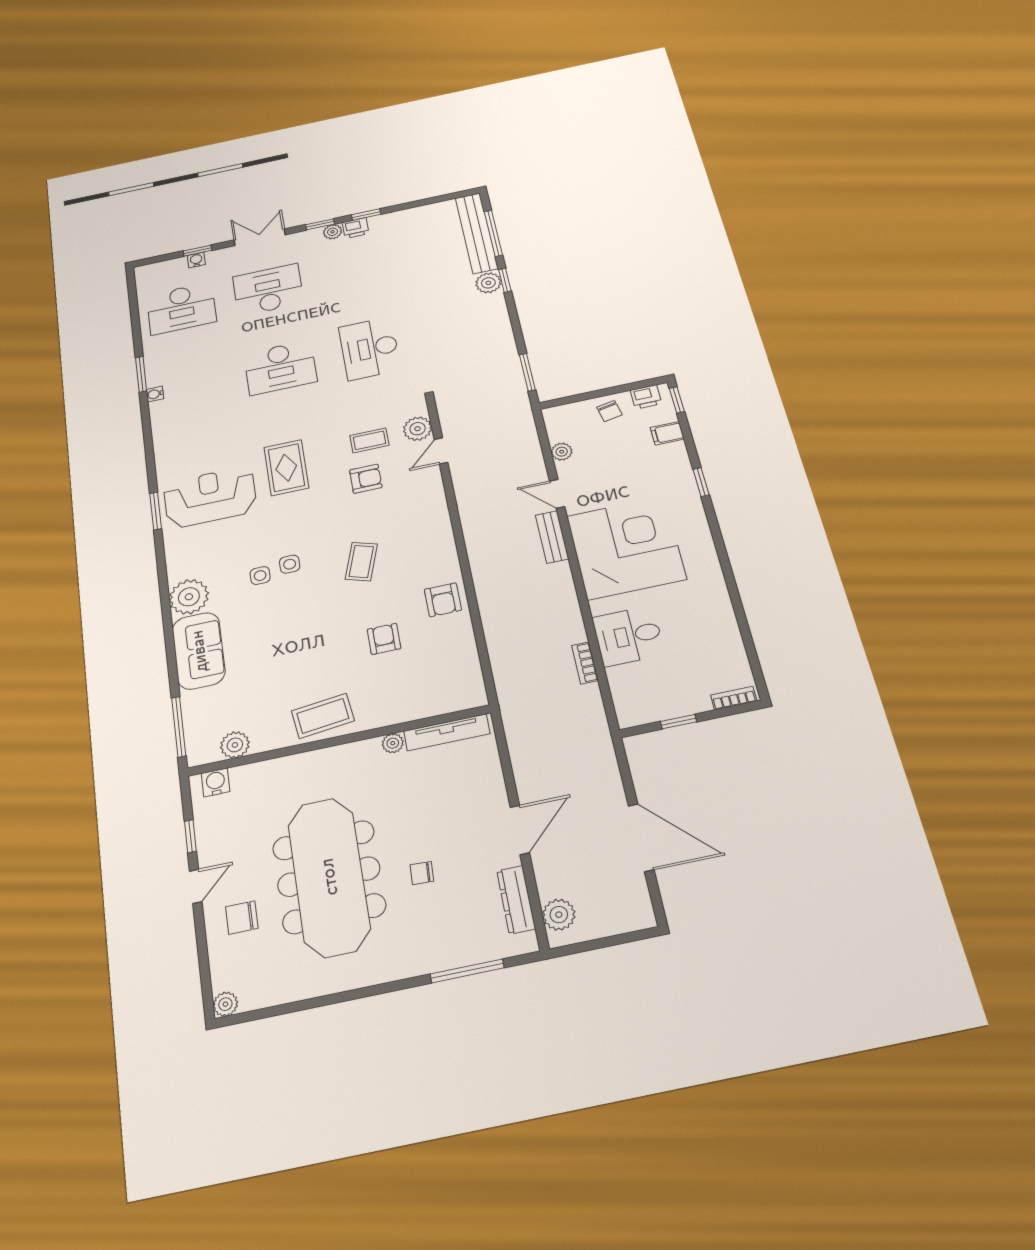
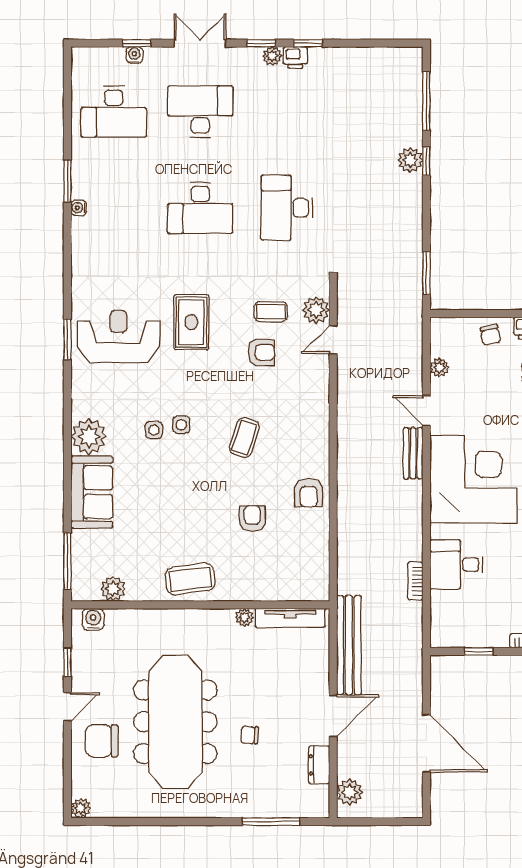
bench: (477, 233) -> (349, 645), moved
dresser: (516, 900) -> (319, 765), width x0.70
chair: (242, 918) -> (102, 741), width x1.37, depth x1.37

